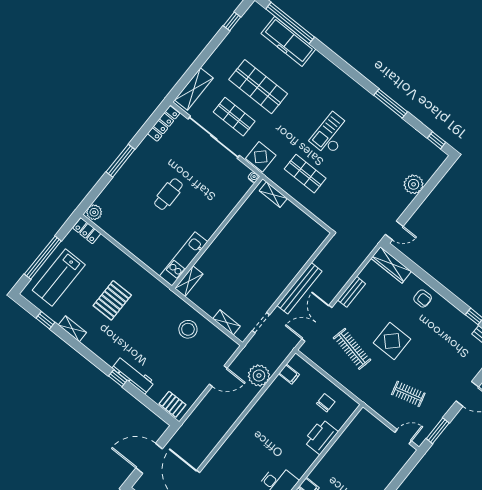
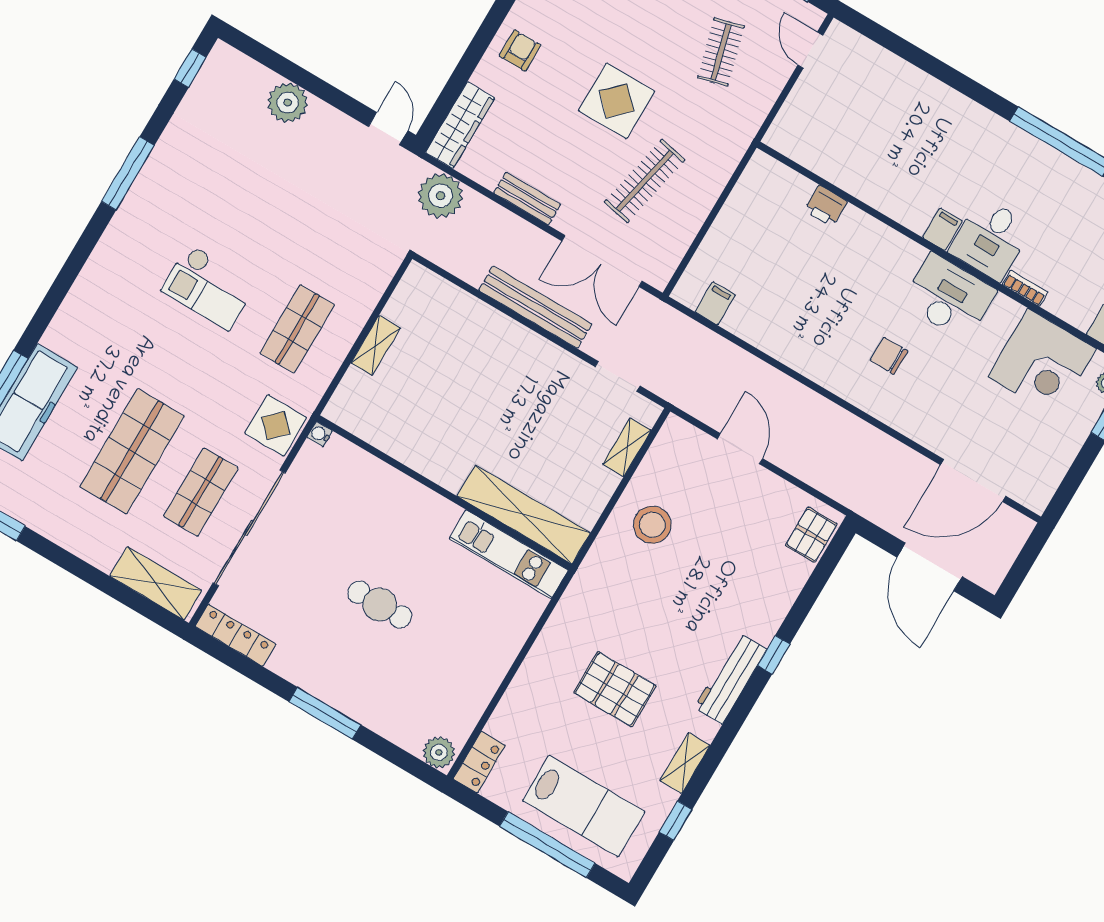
shelving: (273, 195) -> (376, 345), moved
shelving: (189, 281) -> (524, 515), width x2.20, depth x1.33
workbench: (133, 375) -> (731, 678), moved
plant: (259, 375) -> (440, 196), moved
chair: (326, 403) -> (889, 356), moved
printer: (321, 437) -> (826, 206), width x0.53, depth x0.68

